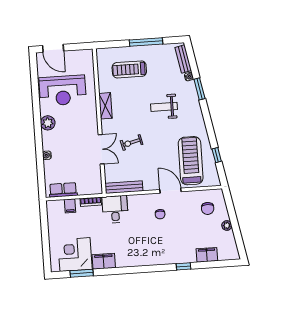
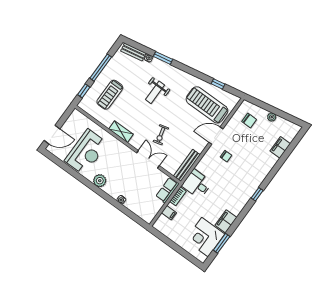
window: (114, 44) -> (84, 91), added
row of seats: (63, 190) -> (167, 190), moved
window: (183, 266) -> (257, 194), moved

